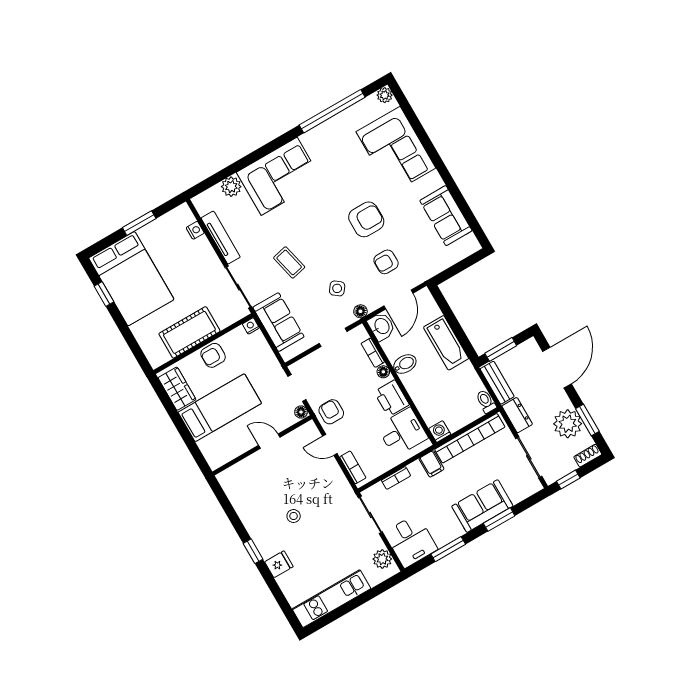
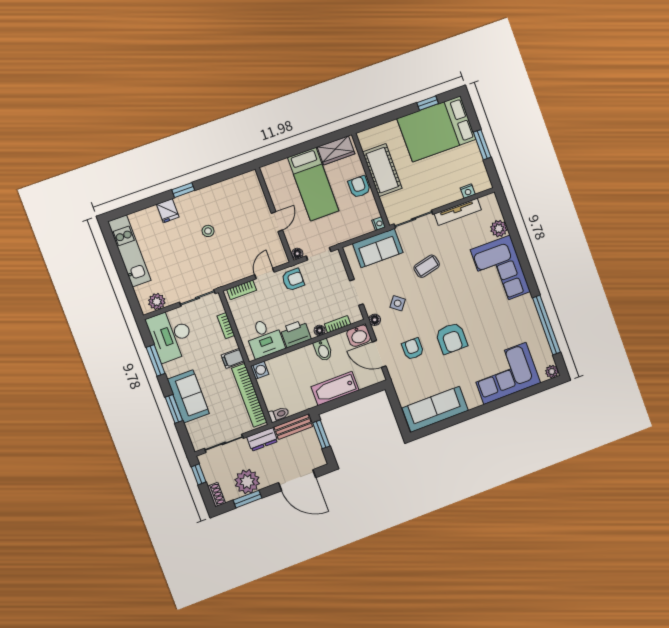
sofa: (446, 216) -> (435, 409), width x1.36
desk: (411, 541) -> (171, 335), width x1.37

